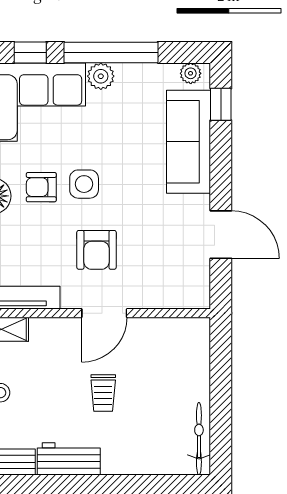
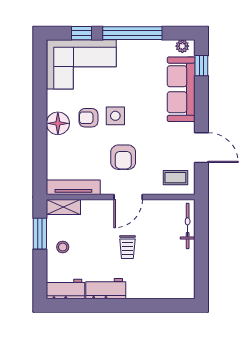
plant: (101, 76) -> (126, 48), removed
coffee table: (180, 282) -> (175, 178), added
bicycle: (199, 439) -> (188, 226), moved

